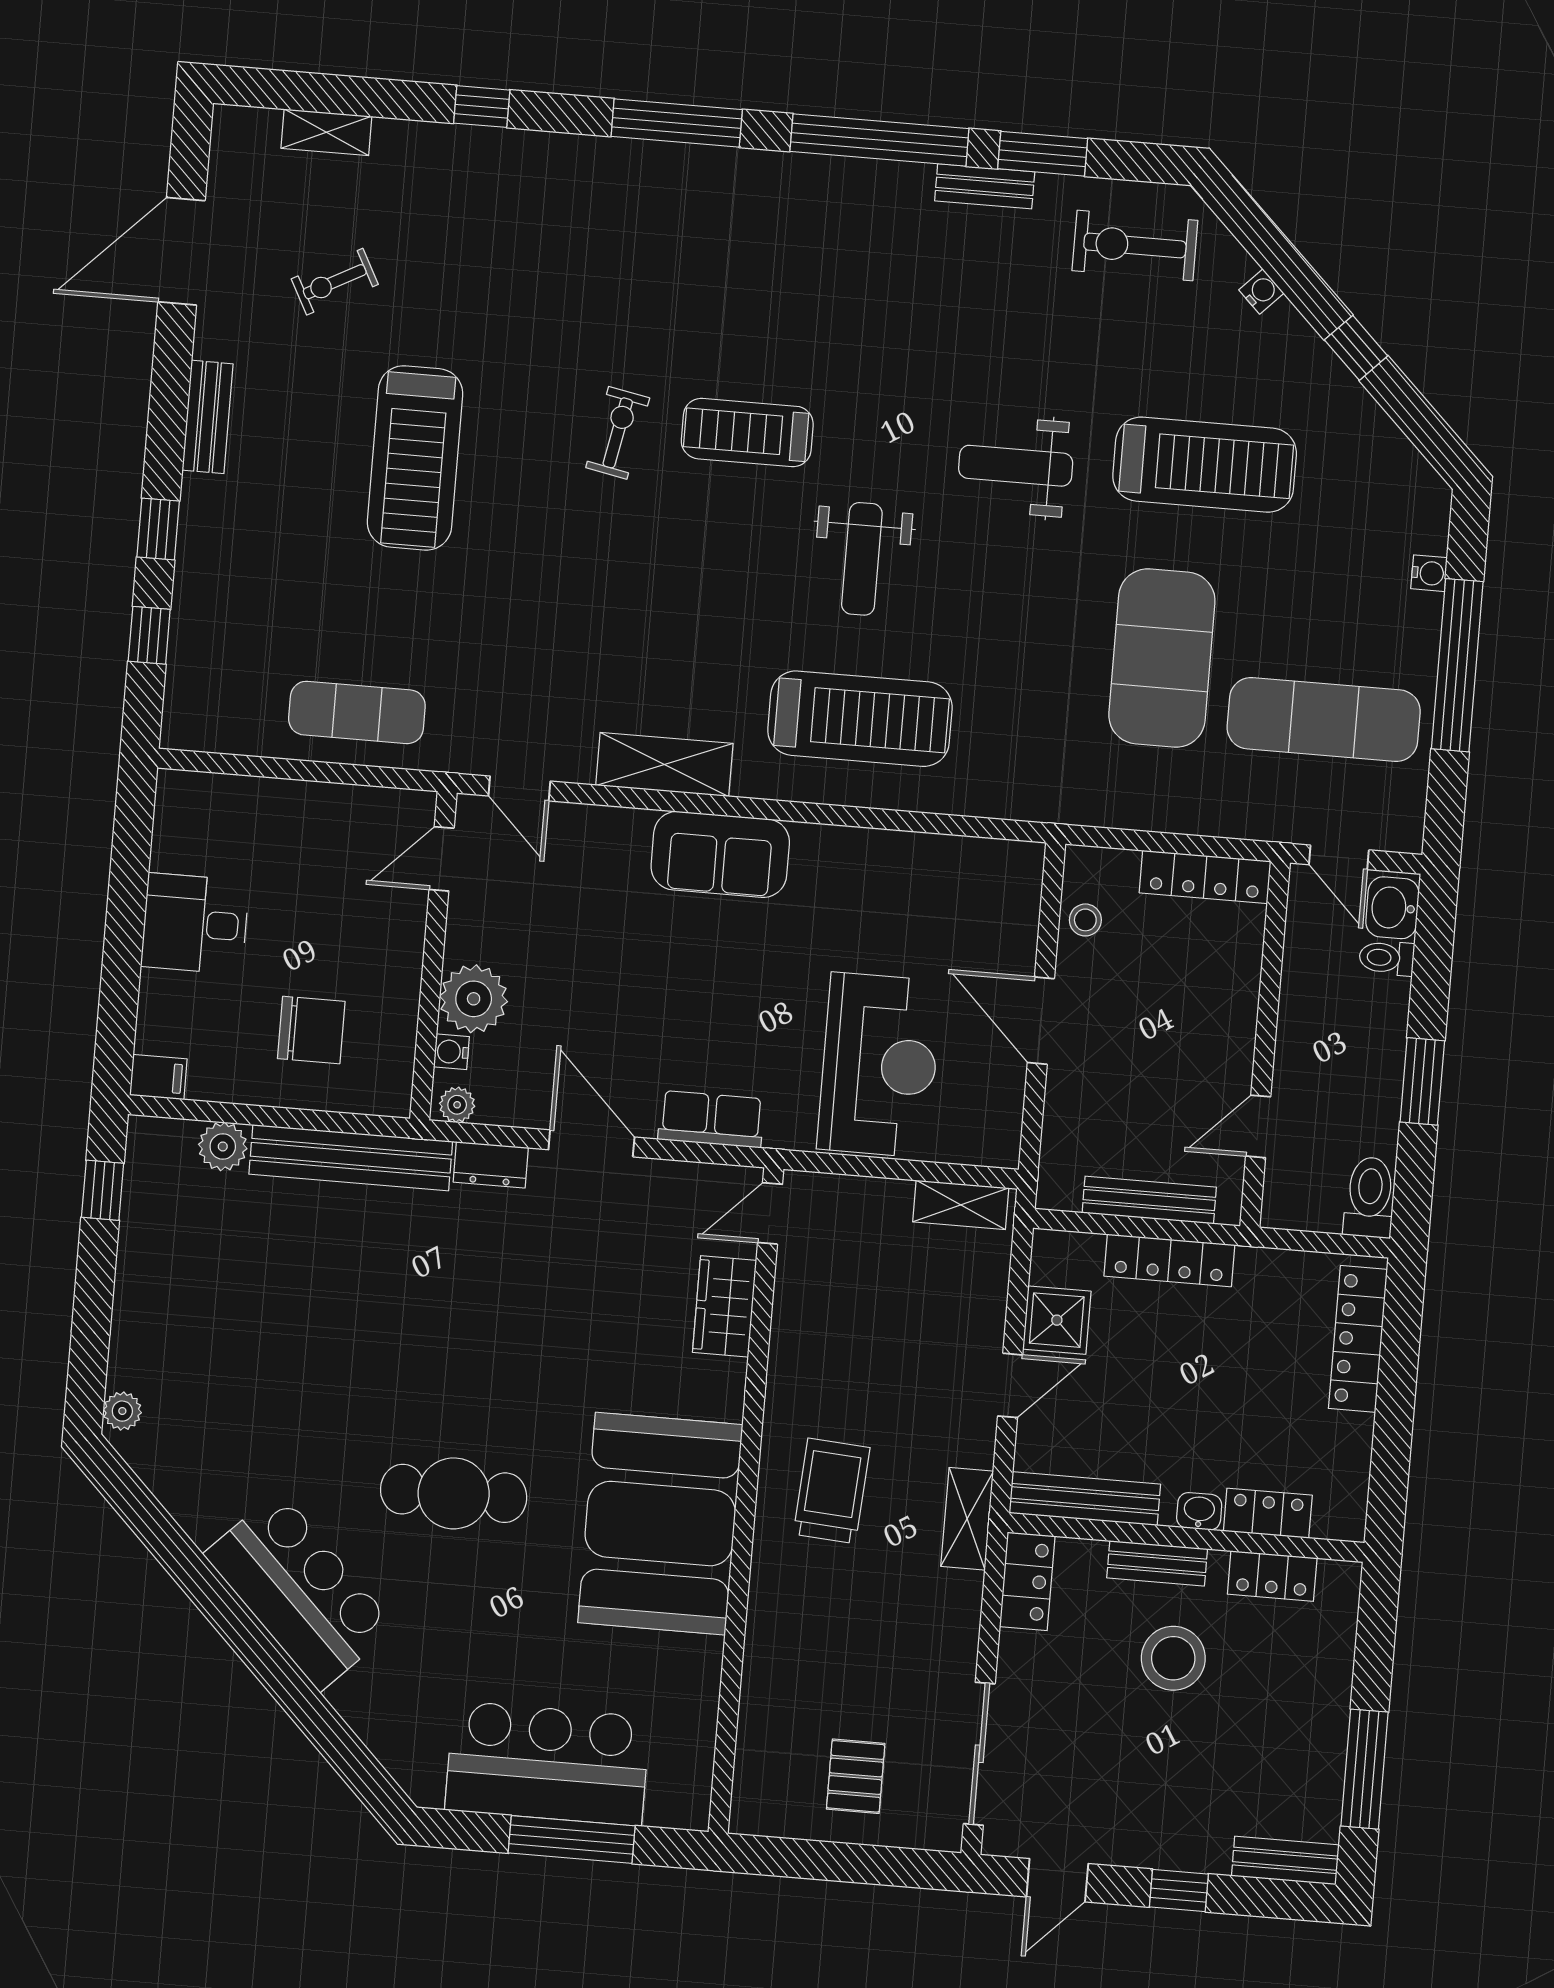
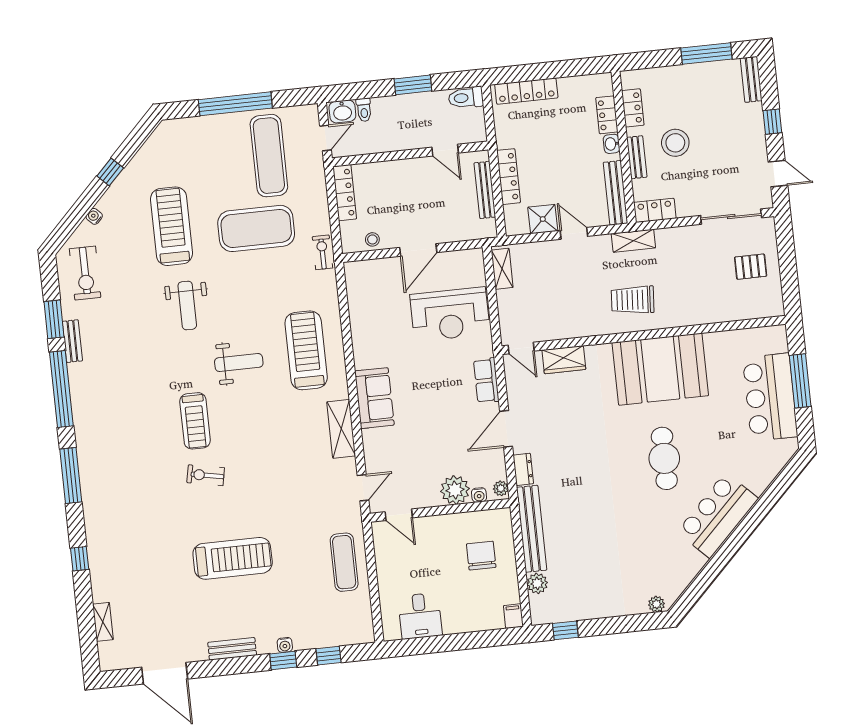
exercise bike: (335, 282) -> (322, 252), moved, turned -152
water cooler: (1429, 573) -> (285, 645), moved, turned 180
desk: (195, 924) -> (420, 616), moved
reception desk: (879, 1065) -> (450, 314), turned 180

